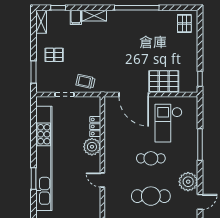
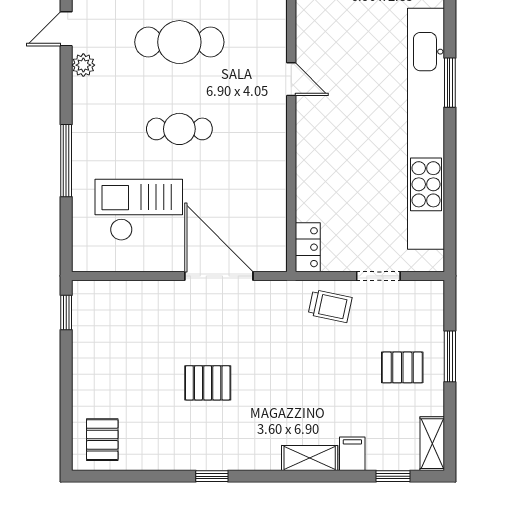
window: (137, 8) -> (212, 476), width x0.32
window: (33, 72) -> (450, 356), moved
pallet: (164, 81) -> (208, 383), moved, width x0.67, depth x0.71
checkout: (168, 123) -> (139, 210), turned -90
locker: (95, 127) -> (308, 247), moved
plant: (92, 147) -> (315, 156), removed
plant: (188, 182) -> (83, 65), width x0.53, depth x0.53

